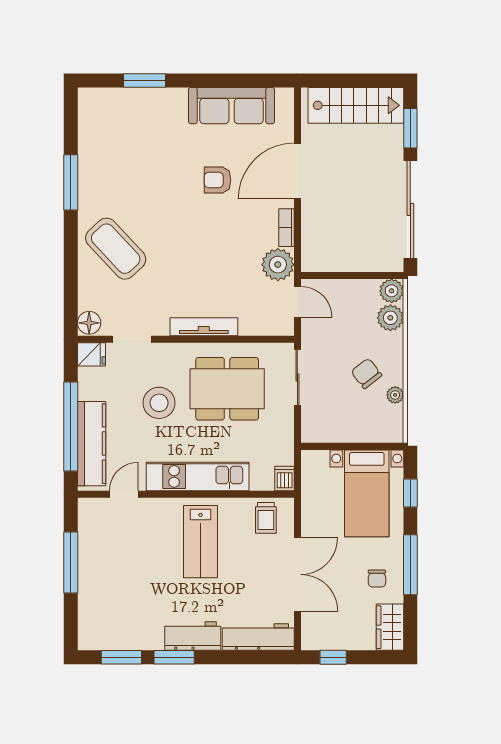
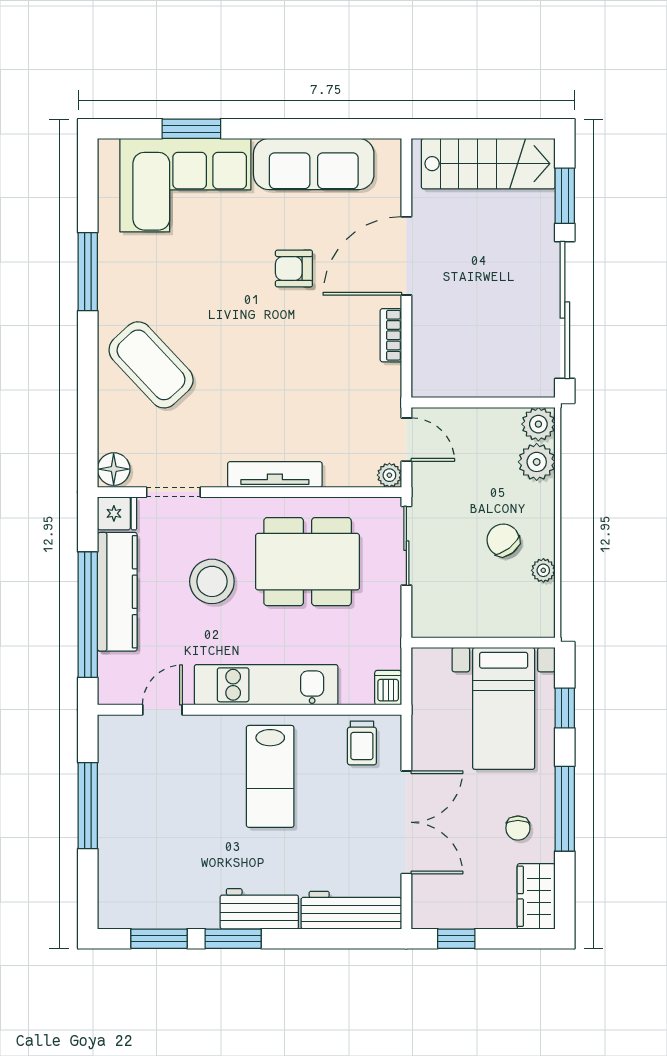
corner sofa: (140, 121) -> (185, 185), added
plant: (278, 265) -> (389, 475), moved, width x0.53, depth x0.53
kitchen counter: (92, 444) -> (117, 592), moved

